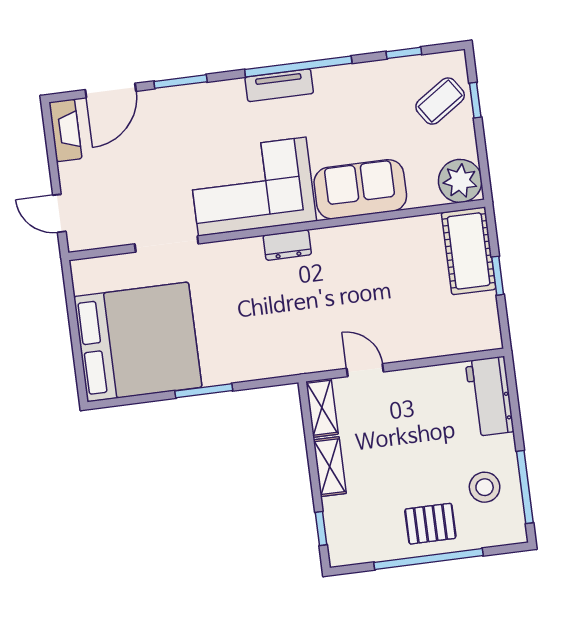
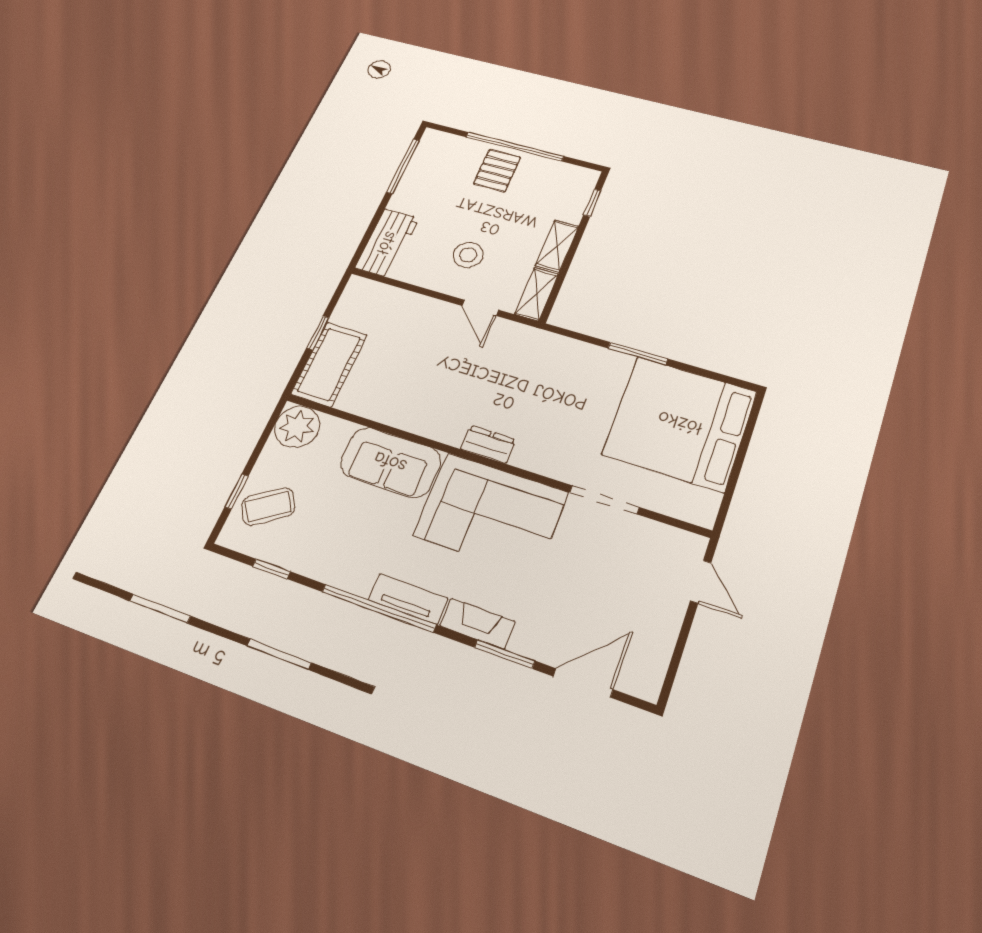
fireplace: (65, 130) -> (477, 624), moved, turned 90
stool: (485, 487) -> (468, 255), moved
pallet: (430, 524) -> (497, 171), turned 90

